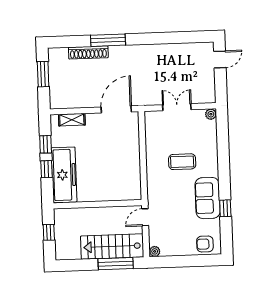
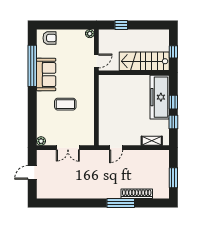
door: (220, 59) -> (32, 172), moved
door: (116, 109) -> (116, 148), width x0.53
window: (225, 208) -> (32, 66), width x3.17
stairs: (112, 247) -> (144, 61), moved, turned 180
window: (116, 264) -> (121, 25), width x0.46

